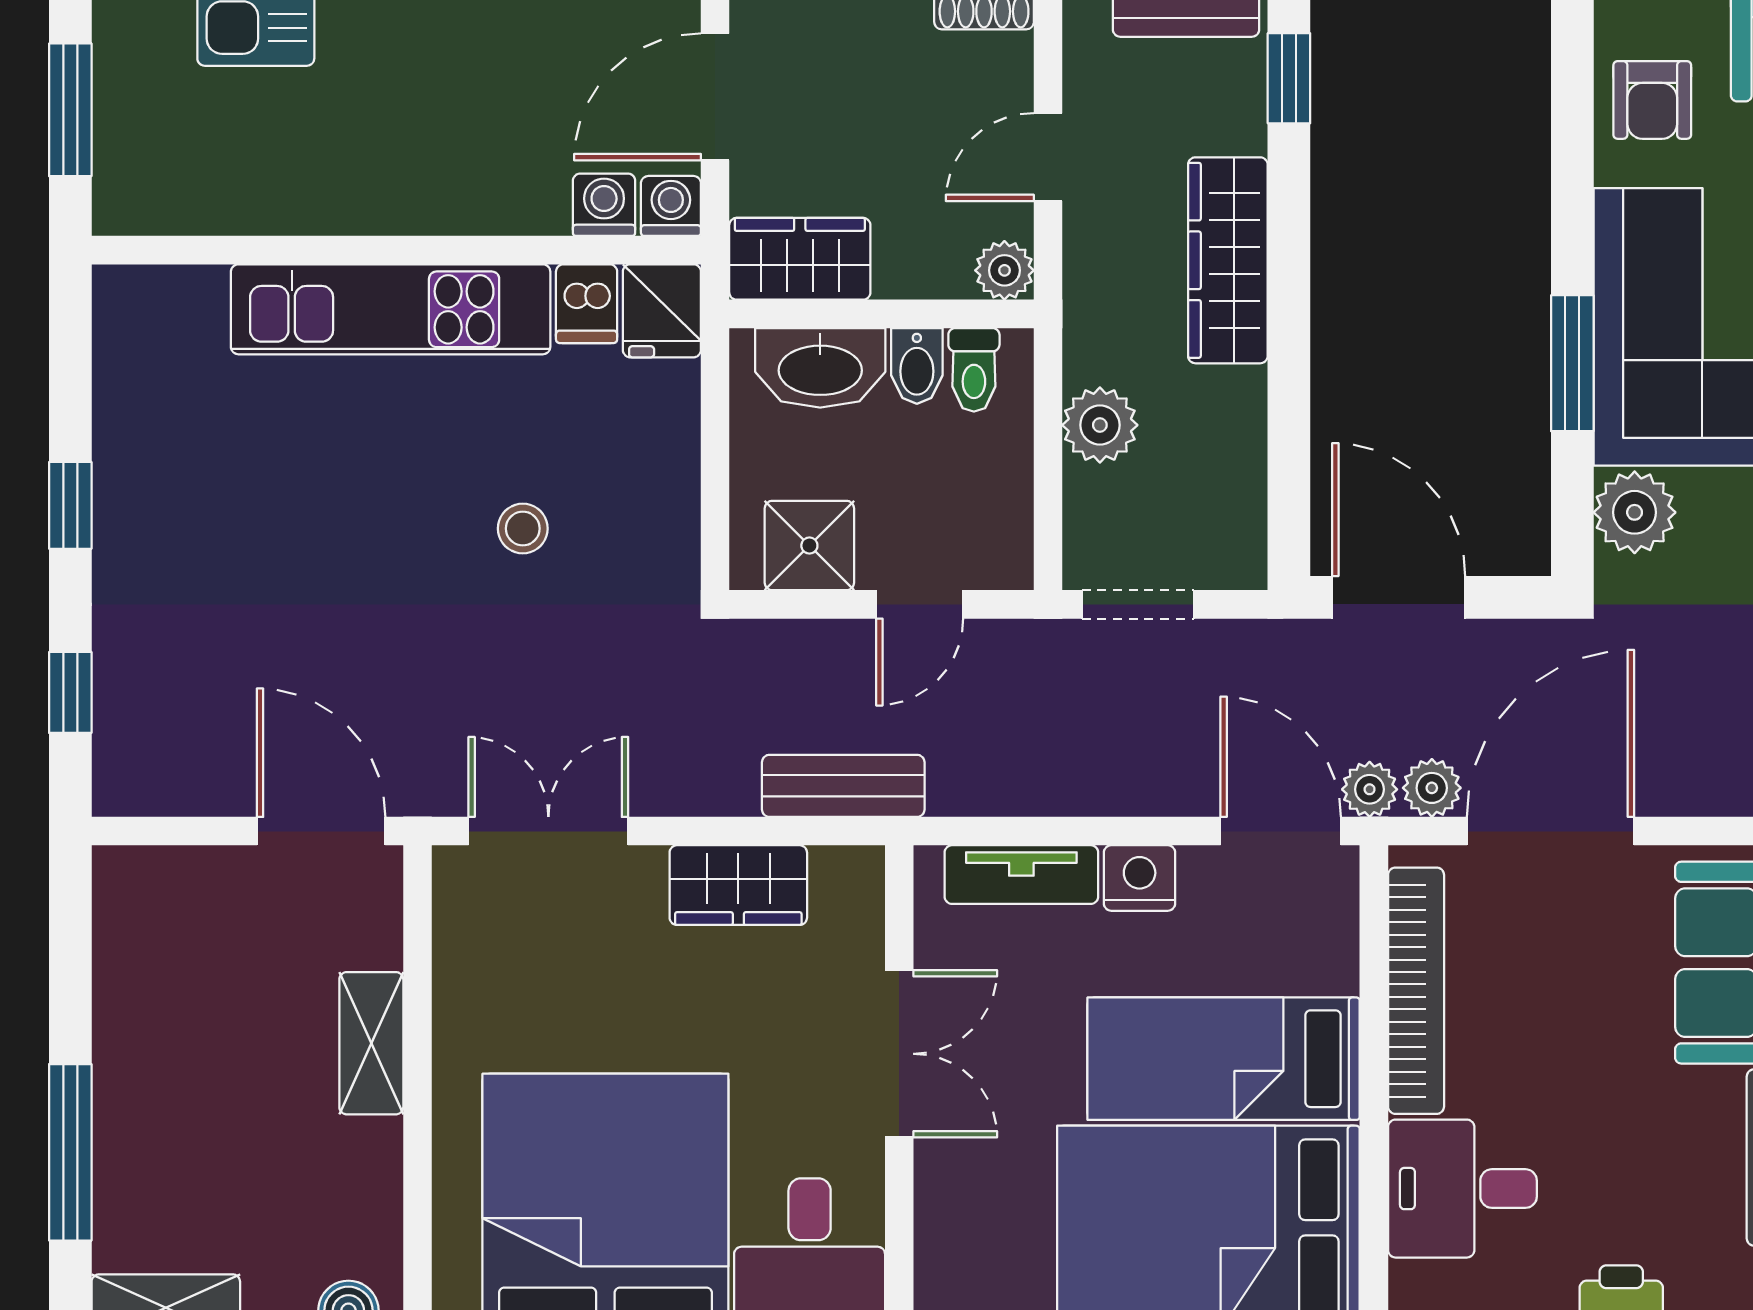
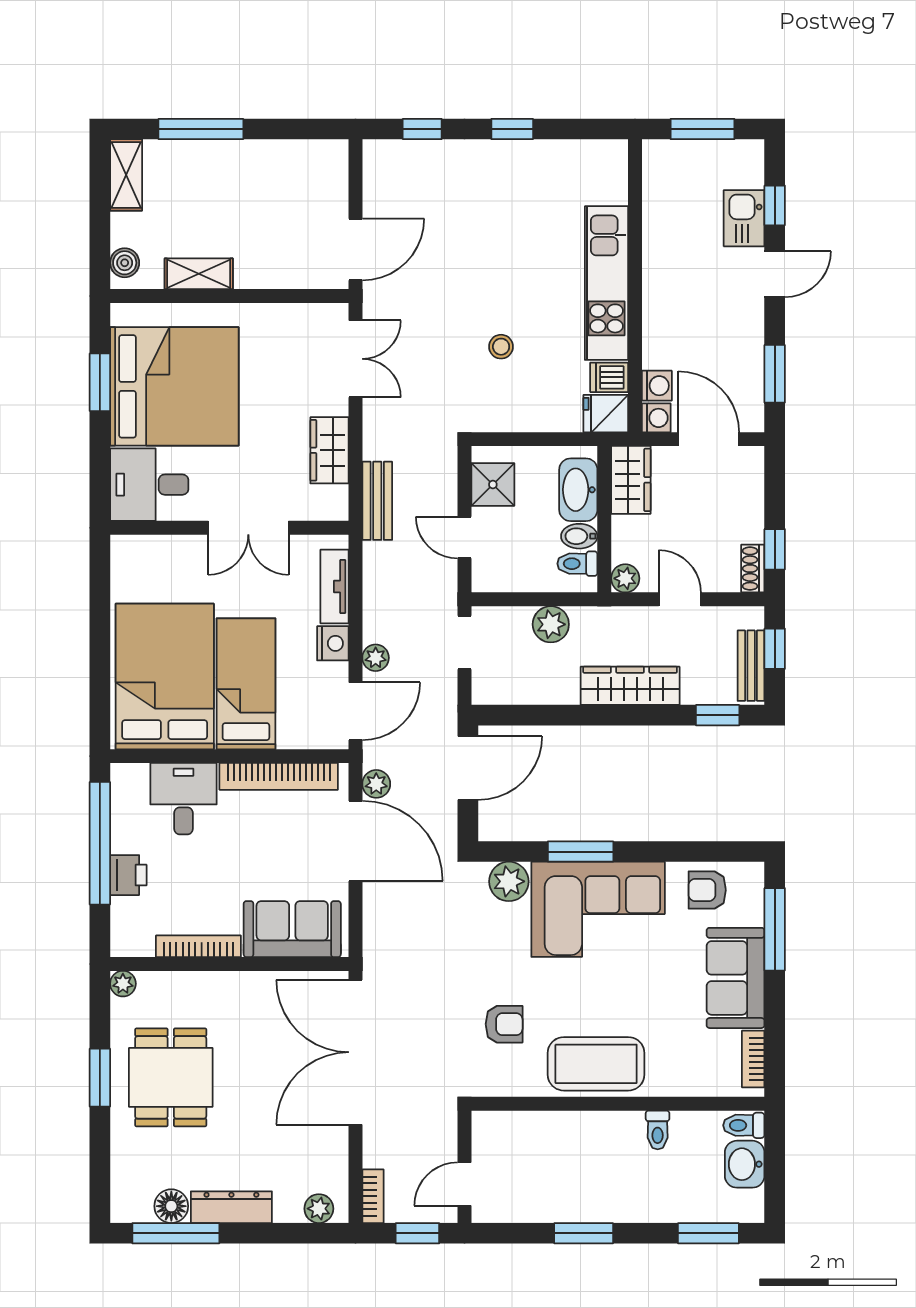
plant: (1370, 789) -> (376, 658), moved
shelving: (371, 1043) -> (199, 274), moved

